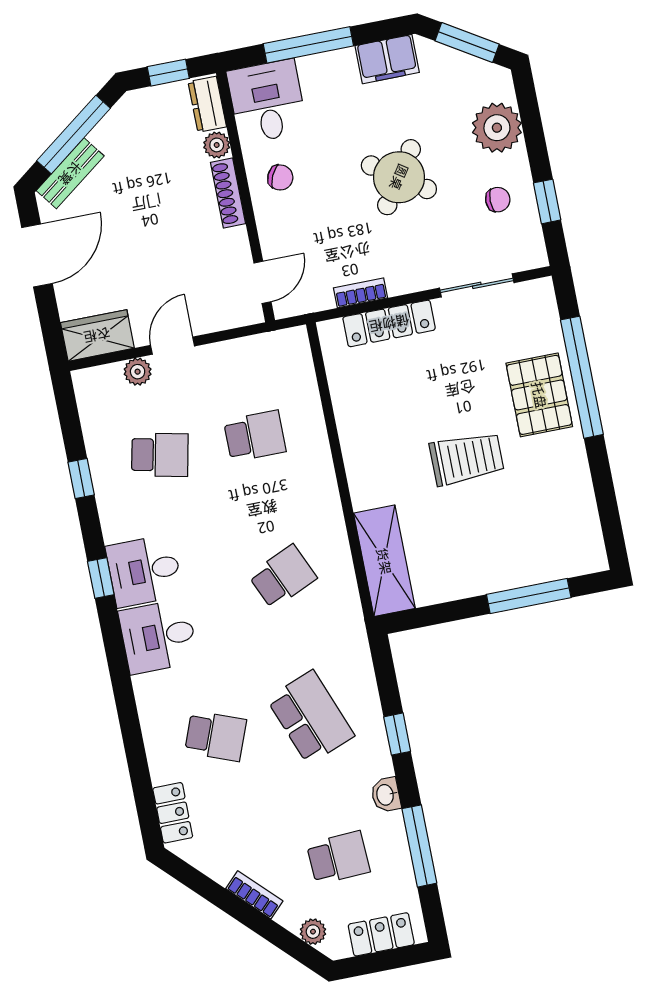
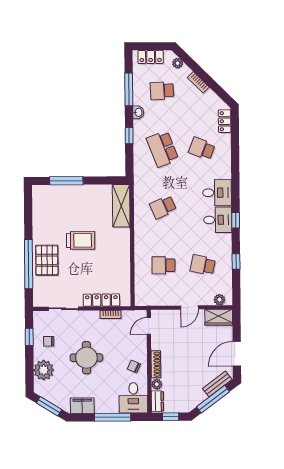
round table: (399, 177) -> (86, 358), turned -34
plant: (138, 372) -> (220, 300), moved
trolley: (467, 459) -> (81, 240), turned 180

